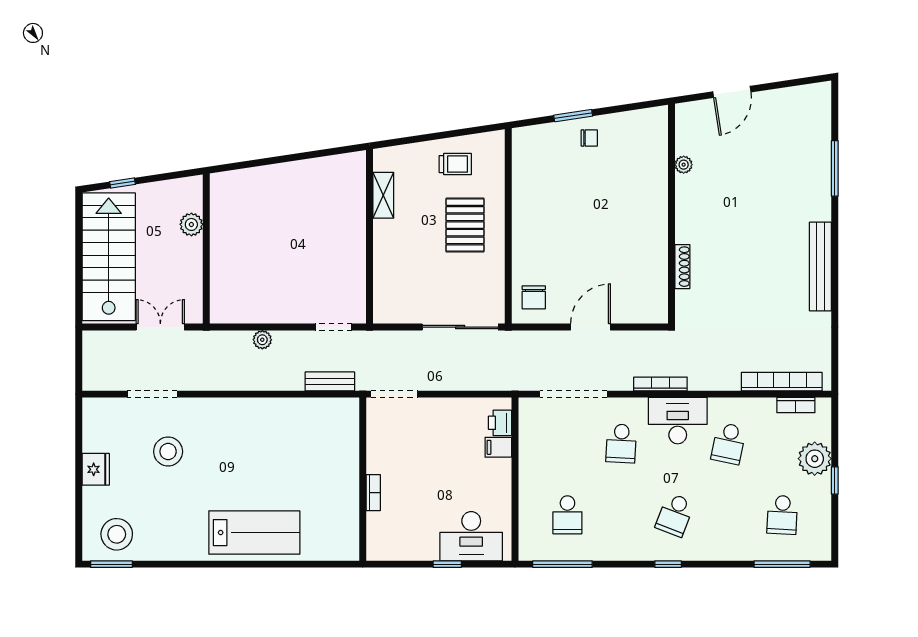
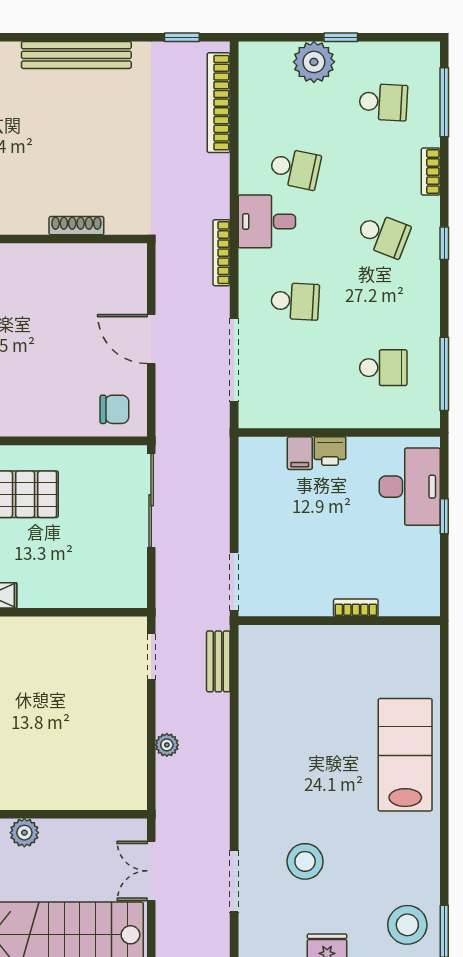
window: (835, 352) -> (182, 37), added
bookcase: (796, 405) -> (431, 172), moved, turned 180
desk: (678, 421) -> (267, 221), width x0.73
printer: (500, 423) -> (330, 451), moved

